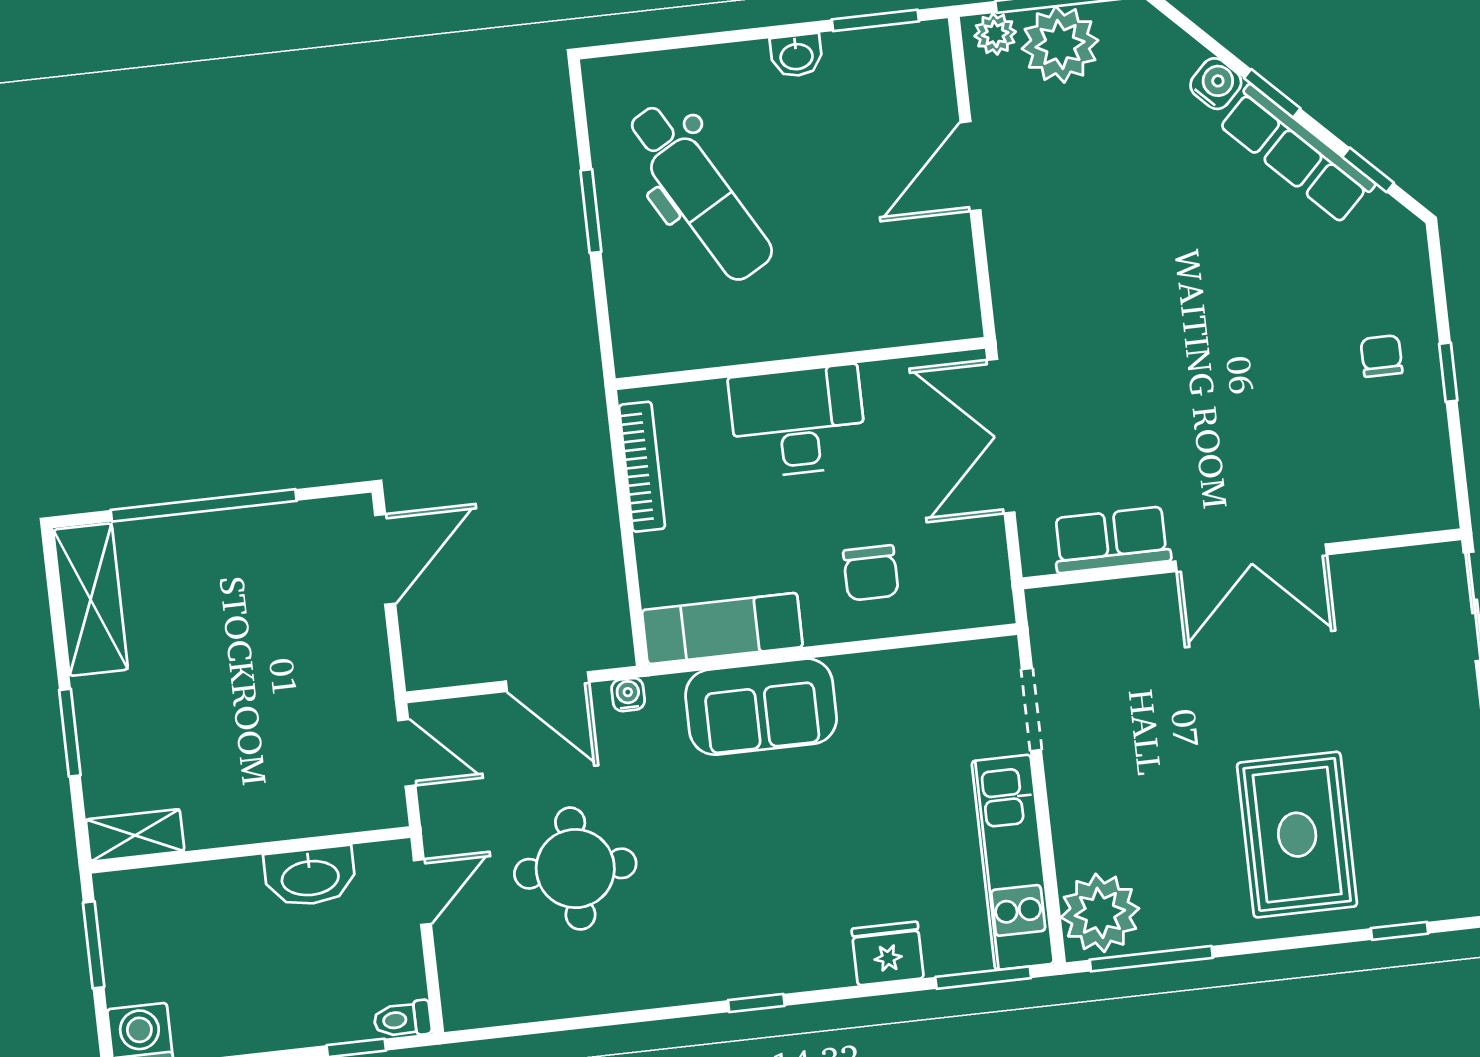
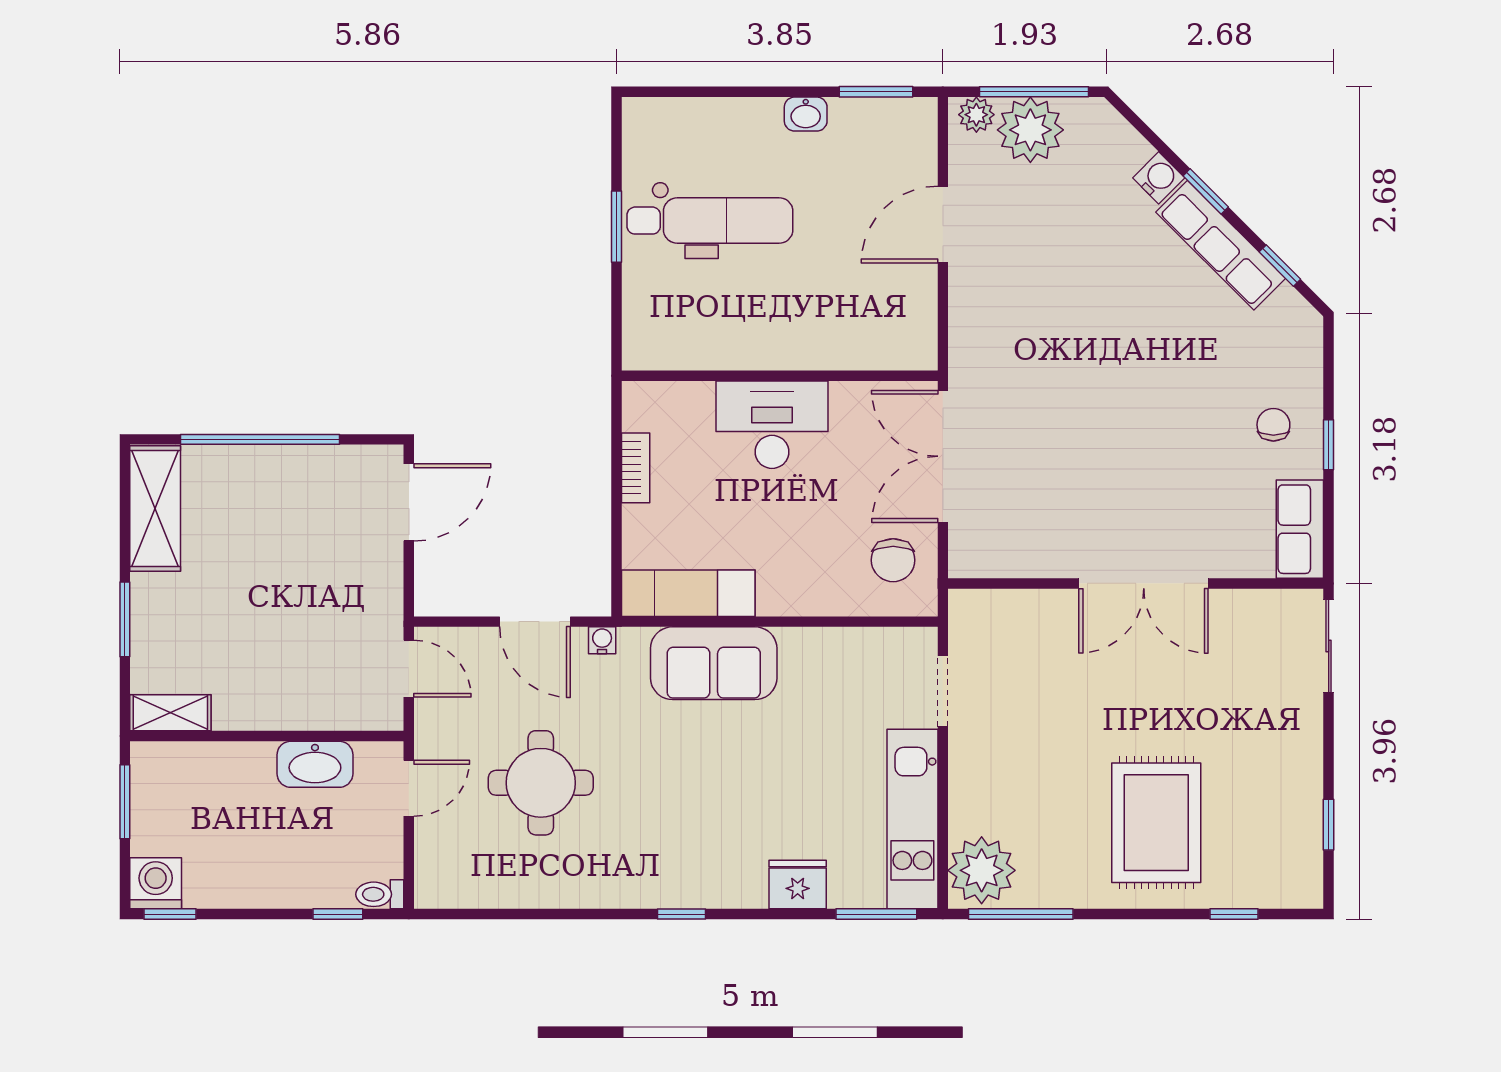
dental chair: (699, 192) -> (710, 221), turned -60
bookcase: (642, 467) -> (636, 468), width x0.64
row of seats: (1111, 540) -> (1300, 529), moved, turned -90
chair: (871, 573) -> (893, 560), moved

